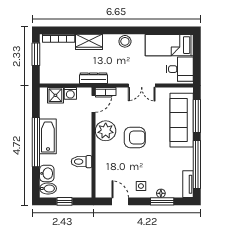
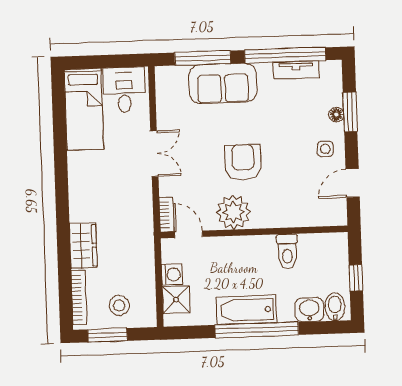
stool: (125, 41) -> (119, 305), moved
dresser: (93, 78) -> (145, 236), removed
sofa: (182, 120) -> (223, 83), width x0.73
tv unit: (188, 184) -> (296, 70), moved

